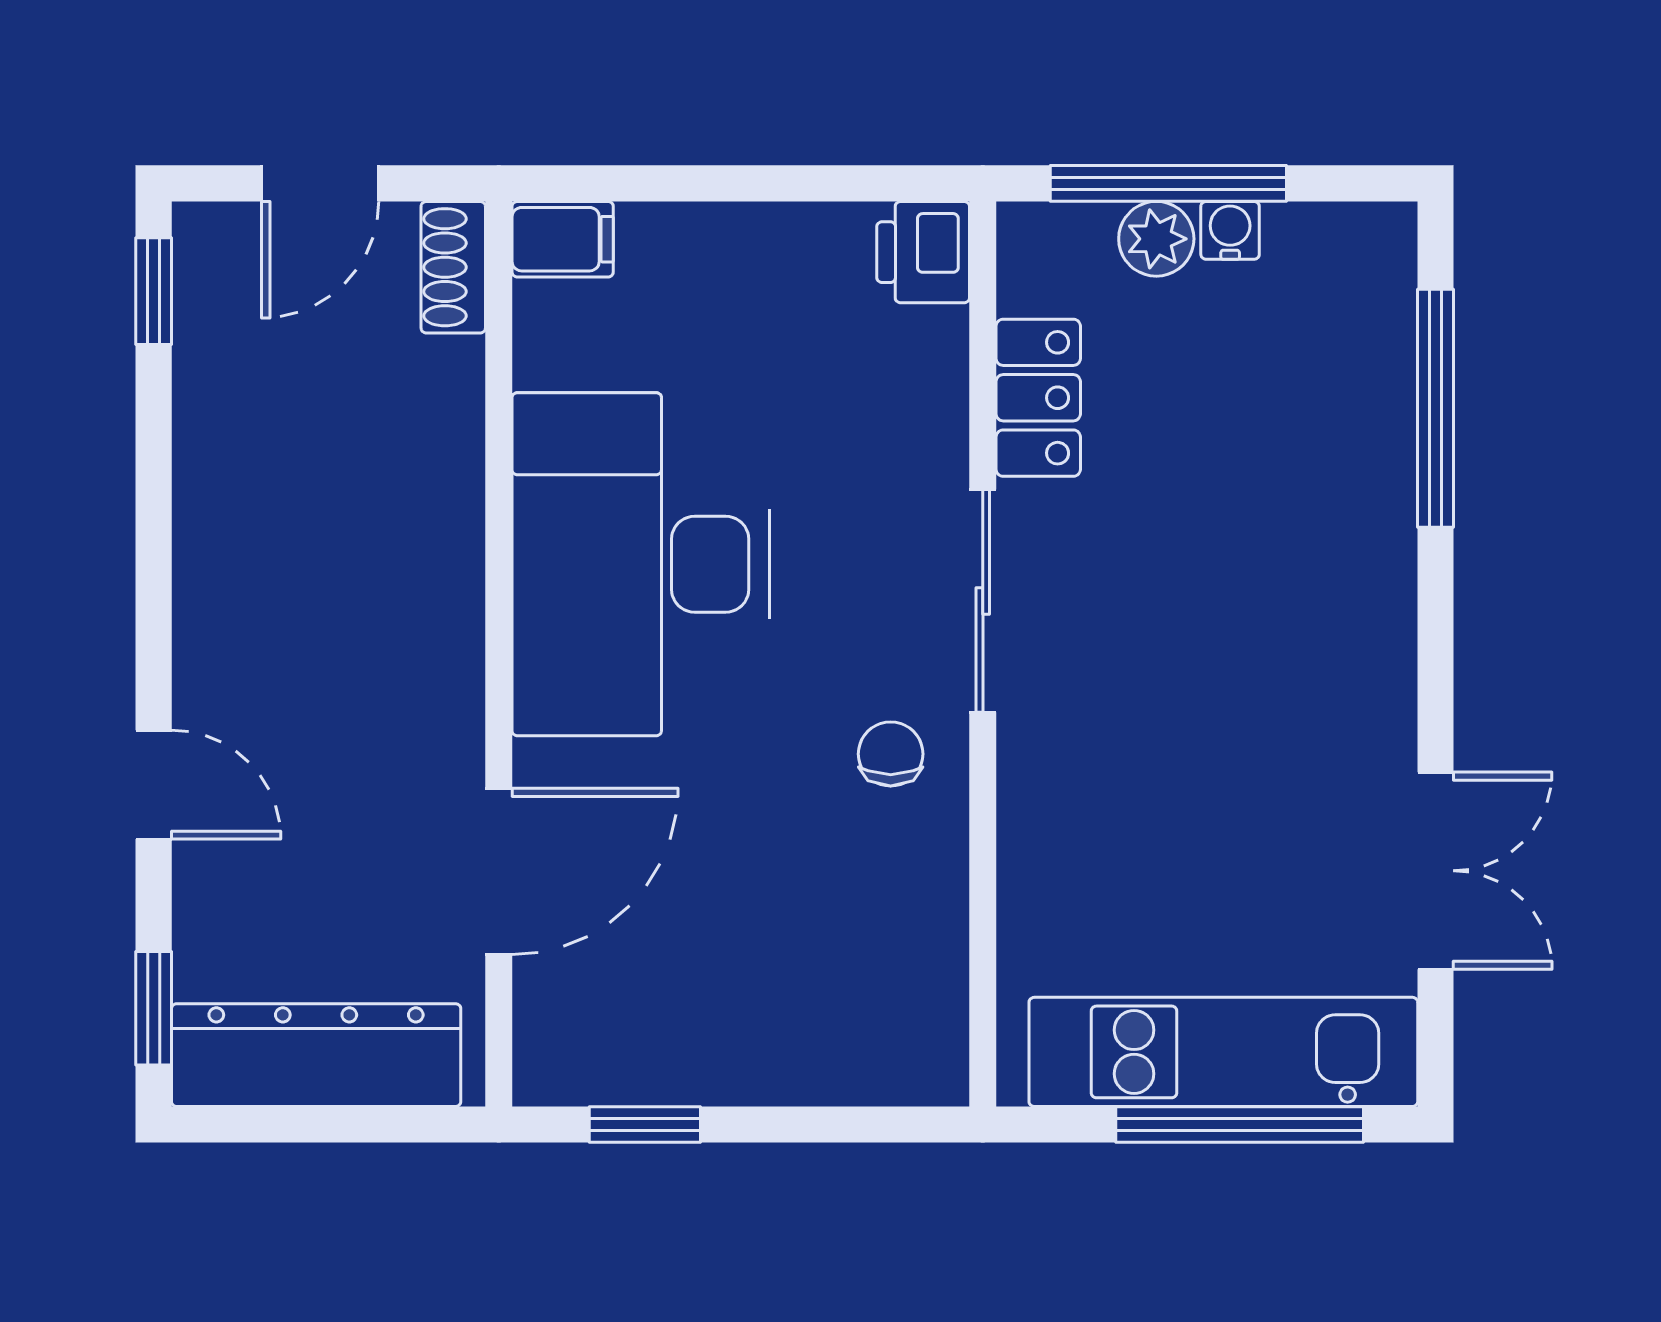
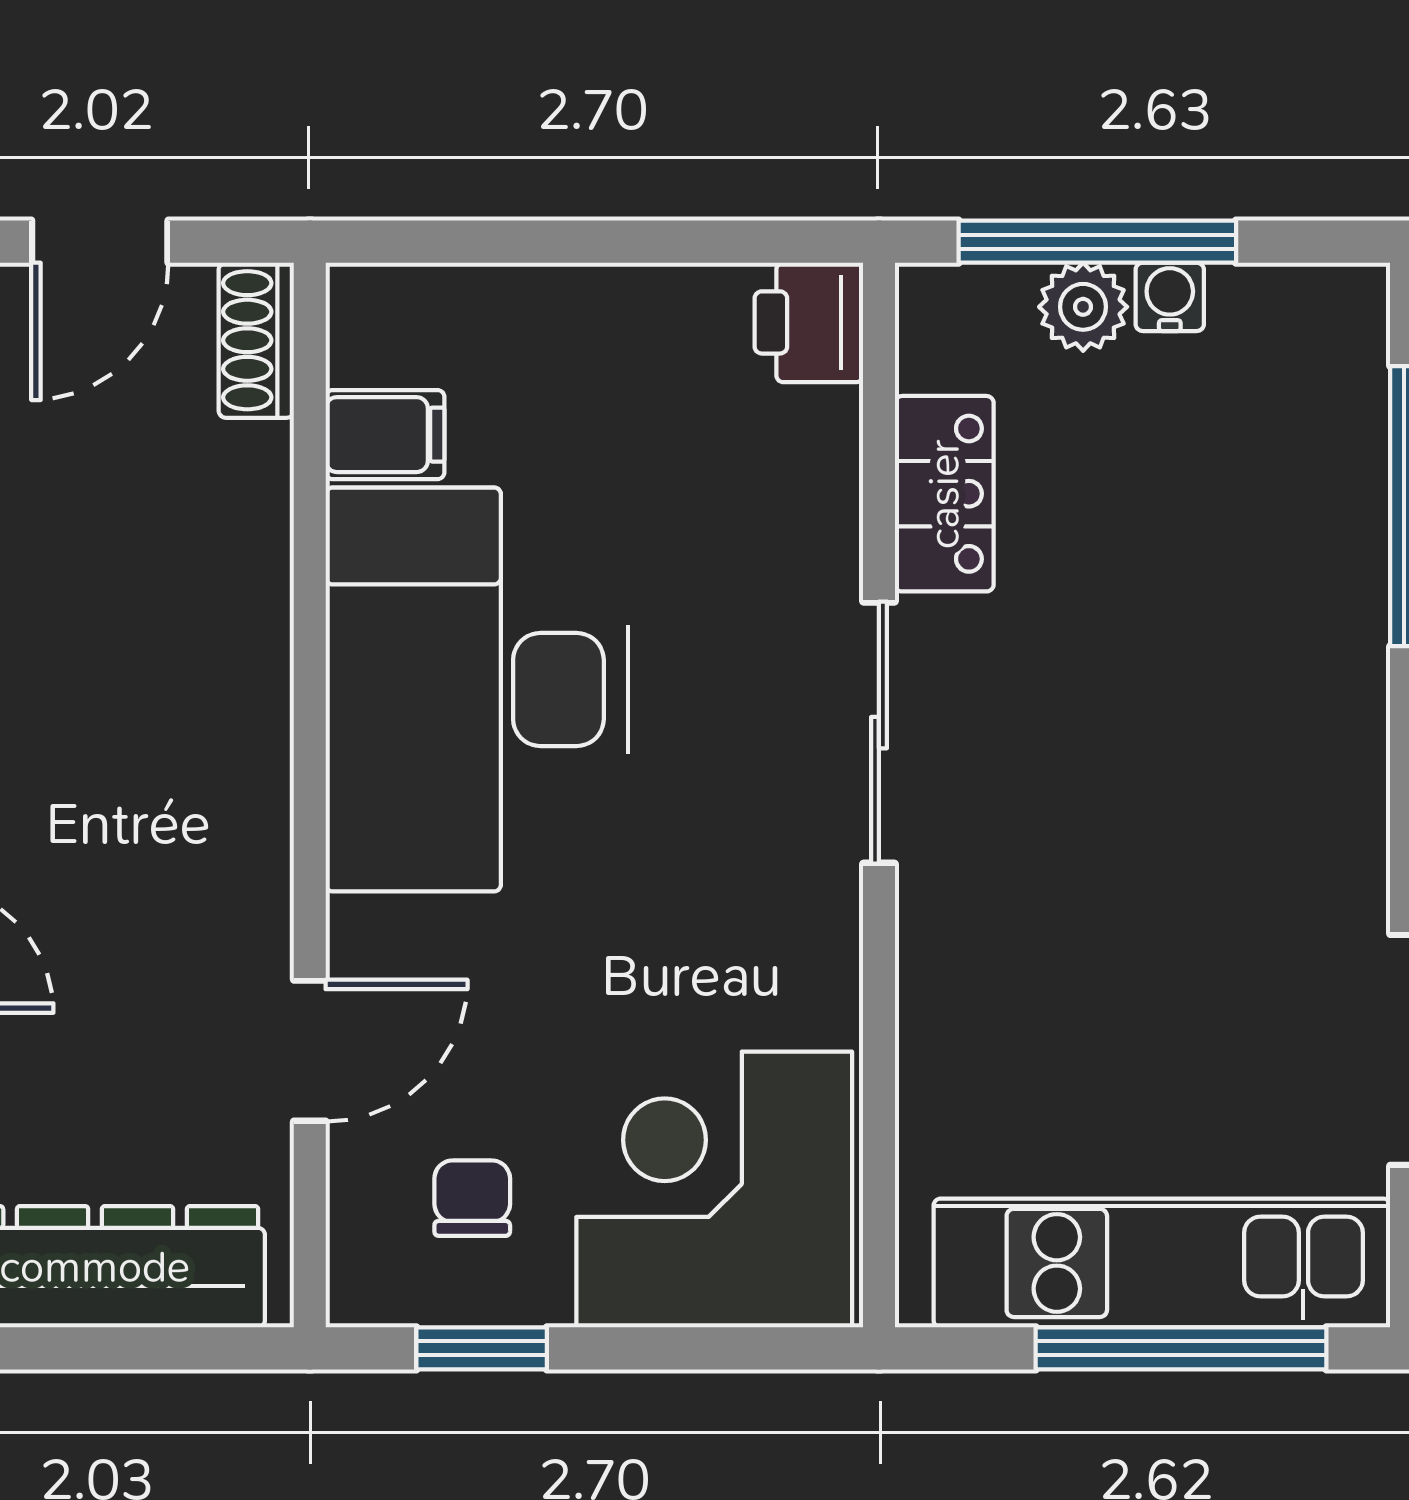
filing cabinet: (563, 239) -> (385, 435), moved
chair: (891, 754) -> (472, 1198), moved
door: (499, 871) -> (310, 1051), width x0.73
corner desk: (843, 989) -> (714, 1189), added

